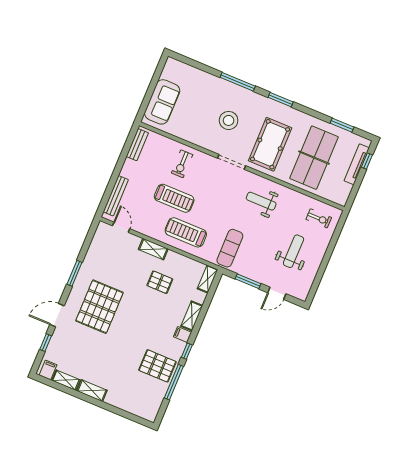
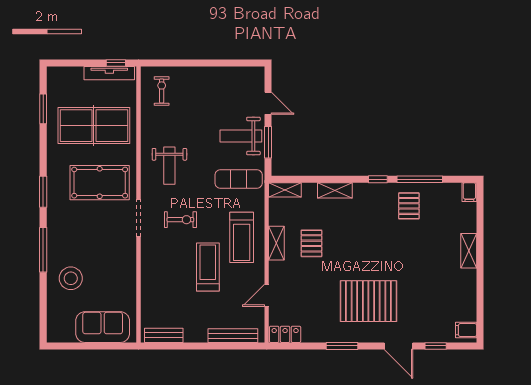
stool: (229, 120) -> (71, 278), moved
window: (367, 161) -> (116, 63), moved
exercise bike: (182, 164) -> (180, 220), moved
tv unit: (357, 164) -> (109, 73), moved
door: (121, 227) -> (267, 295), moved
locker: (101, 235) -> (285, 334), added
shelving: (153, 249) -> (276, 243), moved
weight bench: (294, 251) -> (241, 136), moved
filing cabinet: (183, 334) -> (469, 192), moved
pallet: (157, 366) -> (409, 206), width x0.67, depth x0.71
shelving: (66, 380) -> (469, 305), removed
shelving: (92, 391) -> (469, 251), moved

